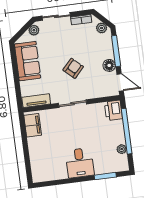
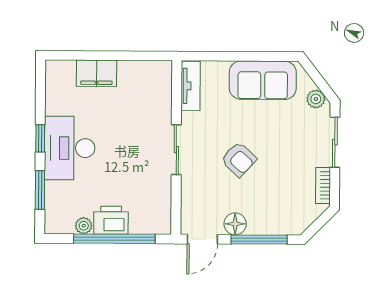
plant: (102, 28) -> (303, 219), removed
printer: (113, 110) -> (111, 220), moved
filing cabinet: (33, 125) -> (96, 73), moved
desk: (80, 163) -> (70, 148), width x1.37
window: (77, 180) -> (40, 138), added

